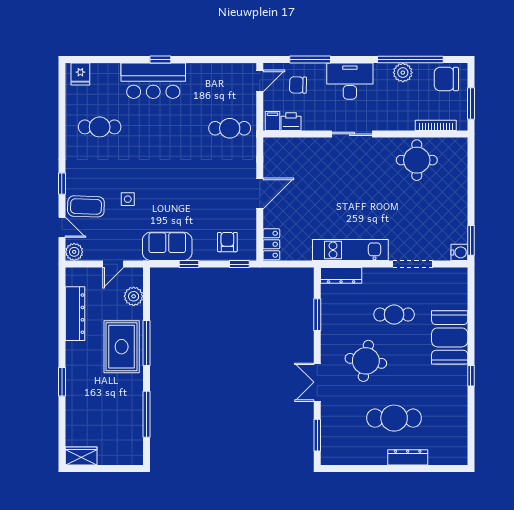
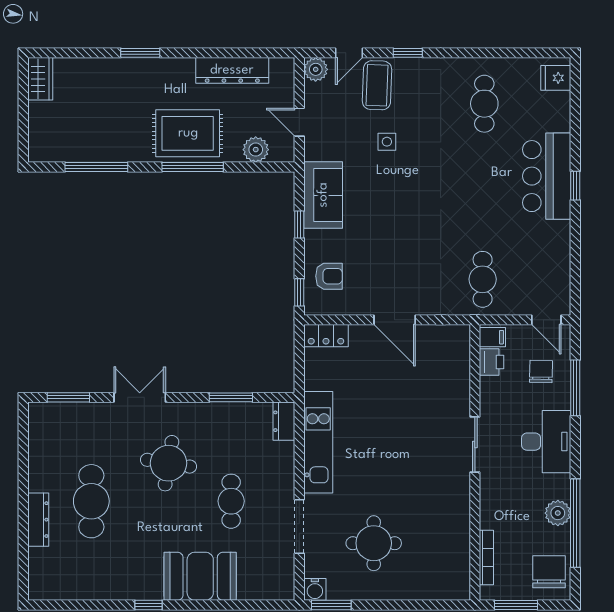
round table: (417, 160) -> (374, 543), moved
dresser: (341, 275) -> (284, 421), width x0.70

